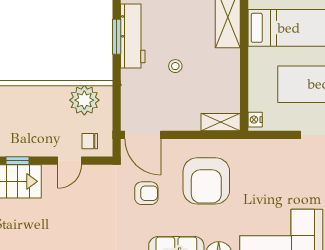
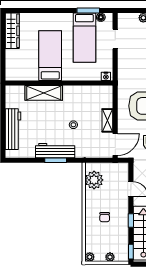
shelving: (221, 122) -> (107, 120), moved
chair: (90, 141) -> (105, 217), moved

